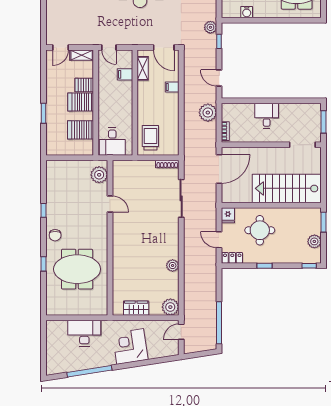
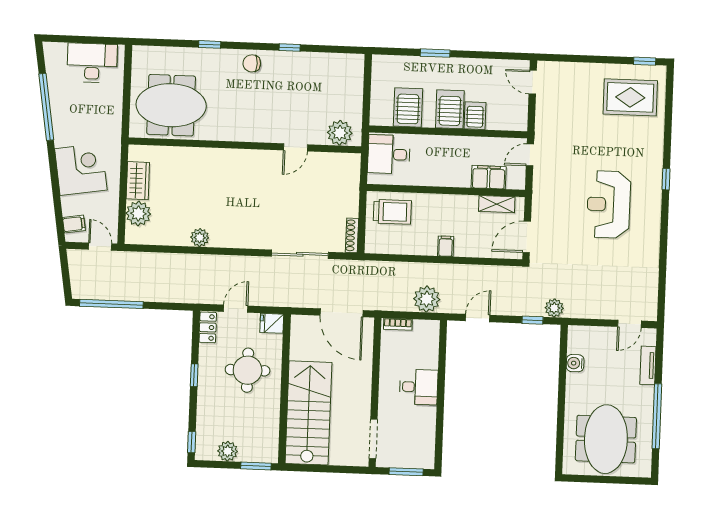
shelving: (82, 55) -> (520, 114), removed
filing cabinet: (125, 74) -> (489, 177), width x2.00
filing cabinet: (172, 87) -> (446, 246), moved
meeting table: (77, 269) -> (171, 105), moved, turned 90
plant: (170, 307) -> (138, 214), moved
desk: (84, 333) -> (92, 63), moved, turned -90
filing cabinet: (167, 350) -> (74, 224), added

